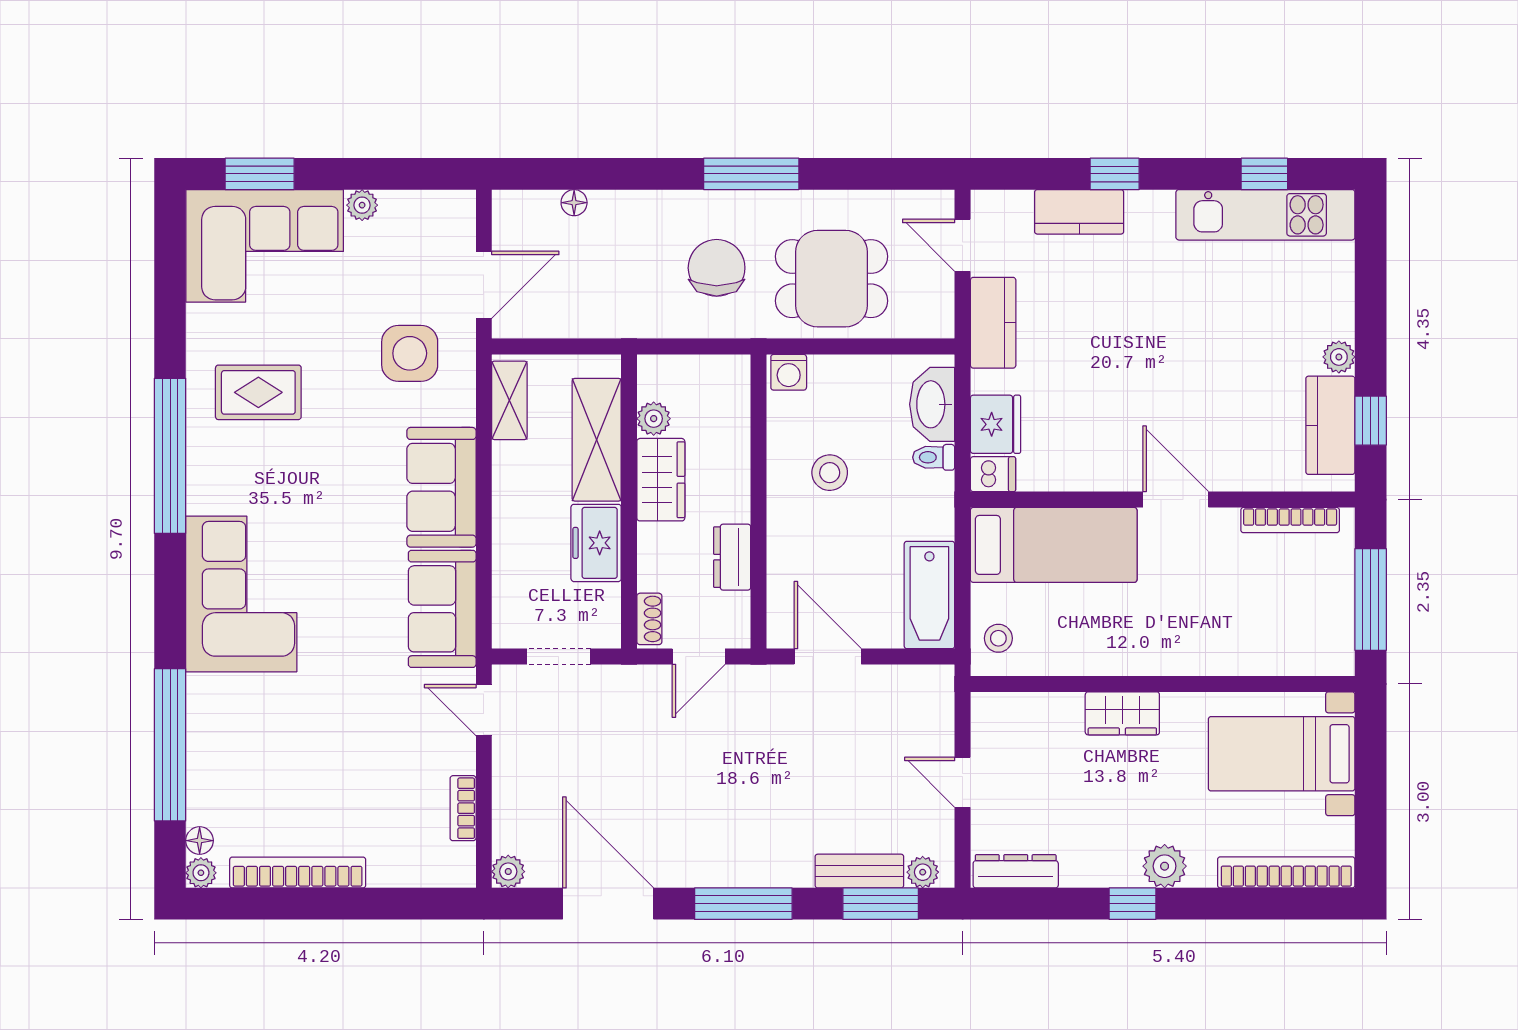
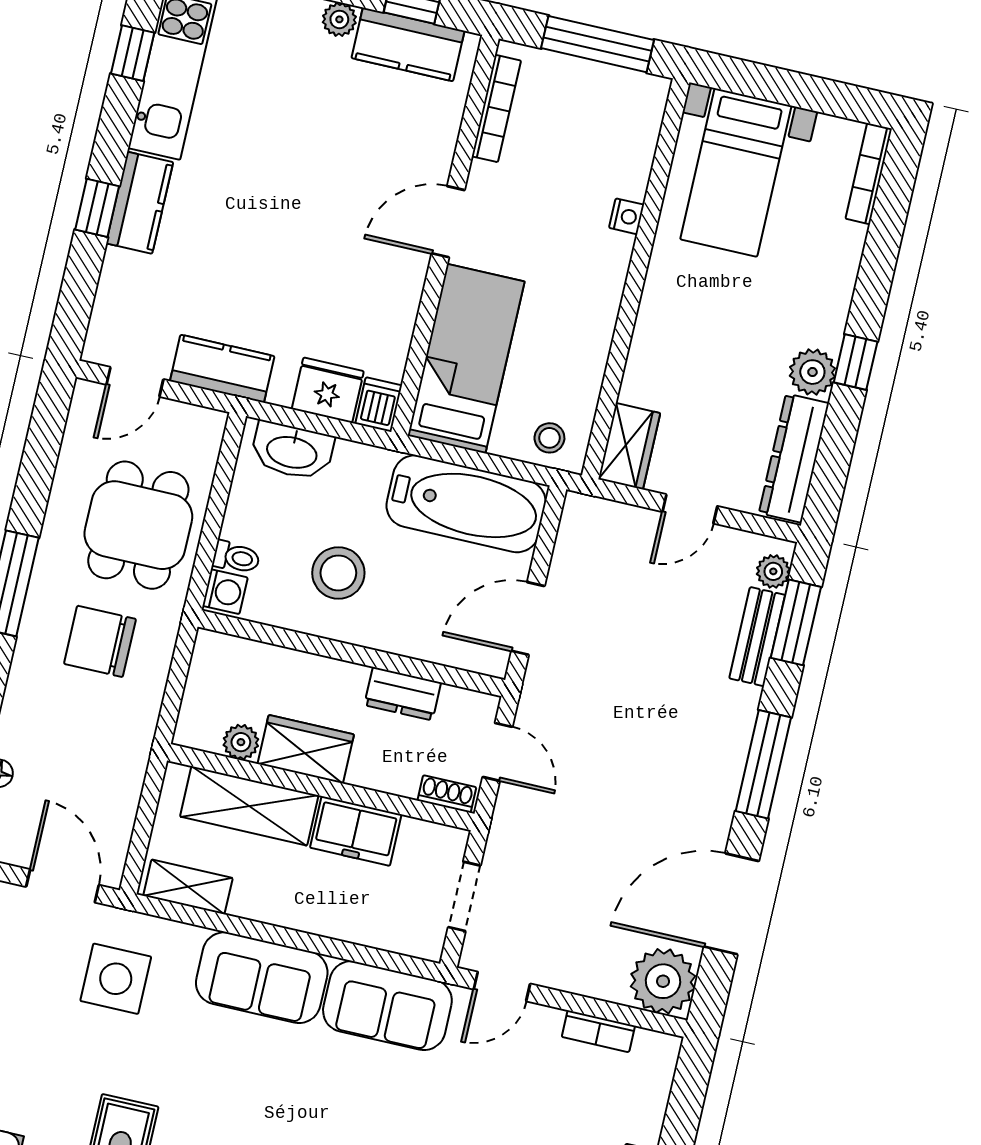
kitchen counter: (1079, 212) -> (140, 203), moved
toilet: (934, 457) -> (236, 557), moved, turned -90
stool: (830, 473) -> (338, 573), width x1.38, depth x1.38
bathtub: (929, 595) -> (466, 504), width x1.36, depth x1.36
nightstand: (1218, 662) -> (627, 216), added
wardrobe: (1122, 713) -> (629, 446), moved
plant: (1165, 866) -> (812, 372), moved
dresser: (1016, 871) -> (794, 458), width x1.37, depth x1.24
plant: (508, 872) -> (663, 981), width x1.87, depth x1.87
bookcase: (1286, 872) -> (869, 174), width x0.68, depth x0.76

